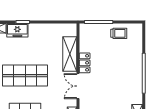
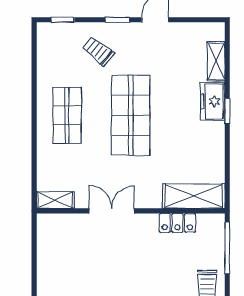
shelving: (70, 54) -> (194, 196), moved
locker: (85, 63) -> (177, 223), moved

